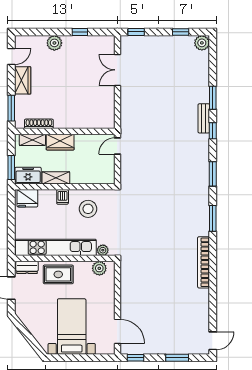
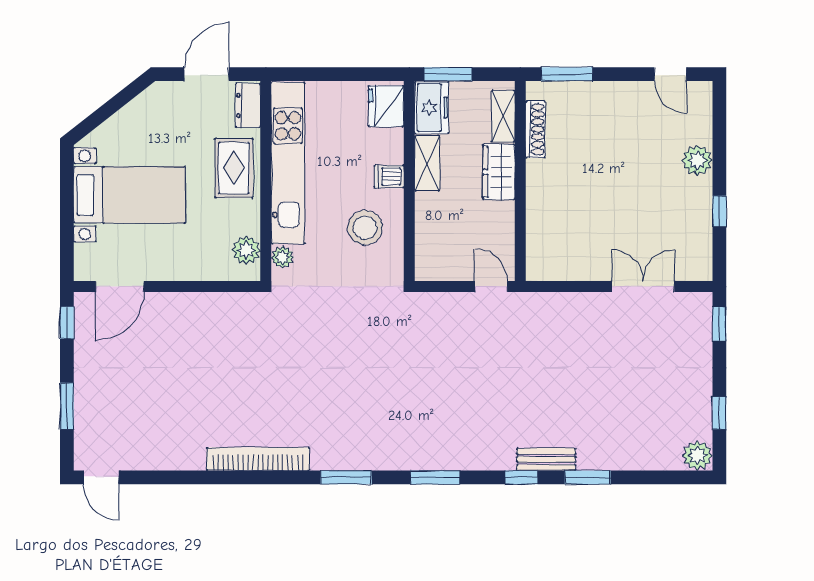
wardrobe: (23, 80) -> (622, 97), removed

